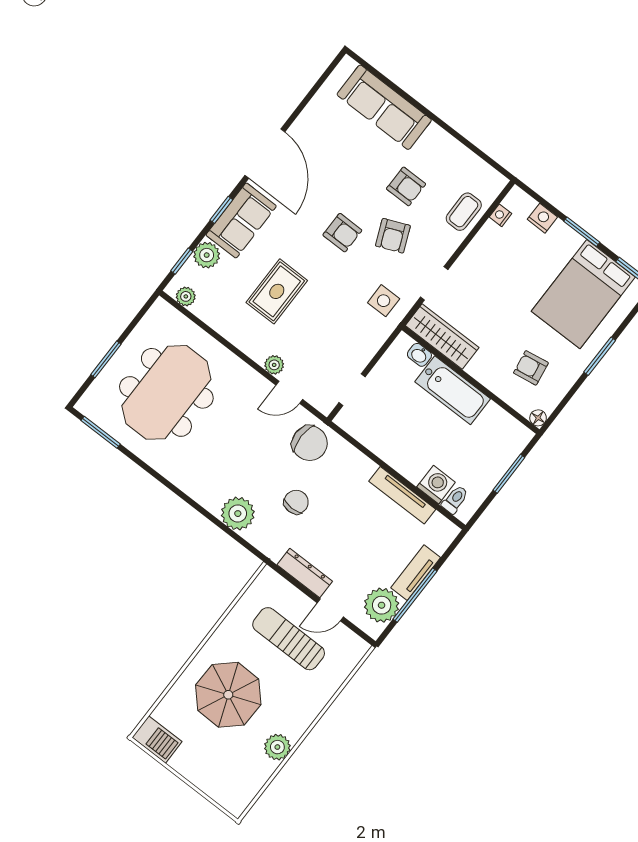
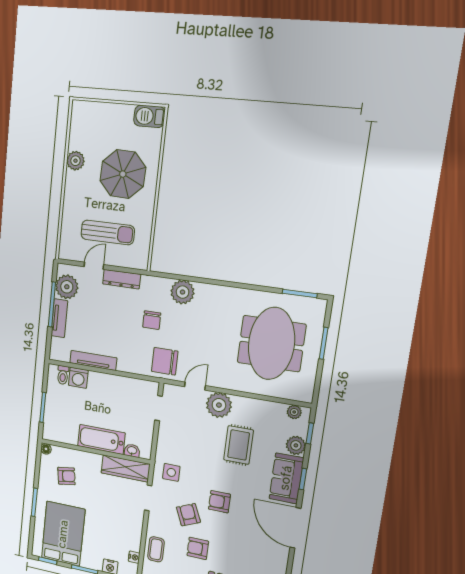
plant: (274, 365) -> (219, 405), width x1.88, depth x1.88

